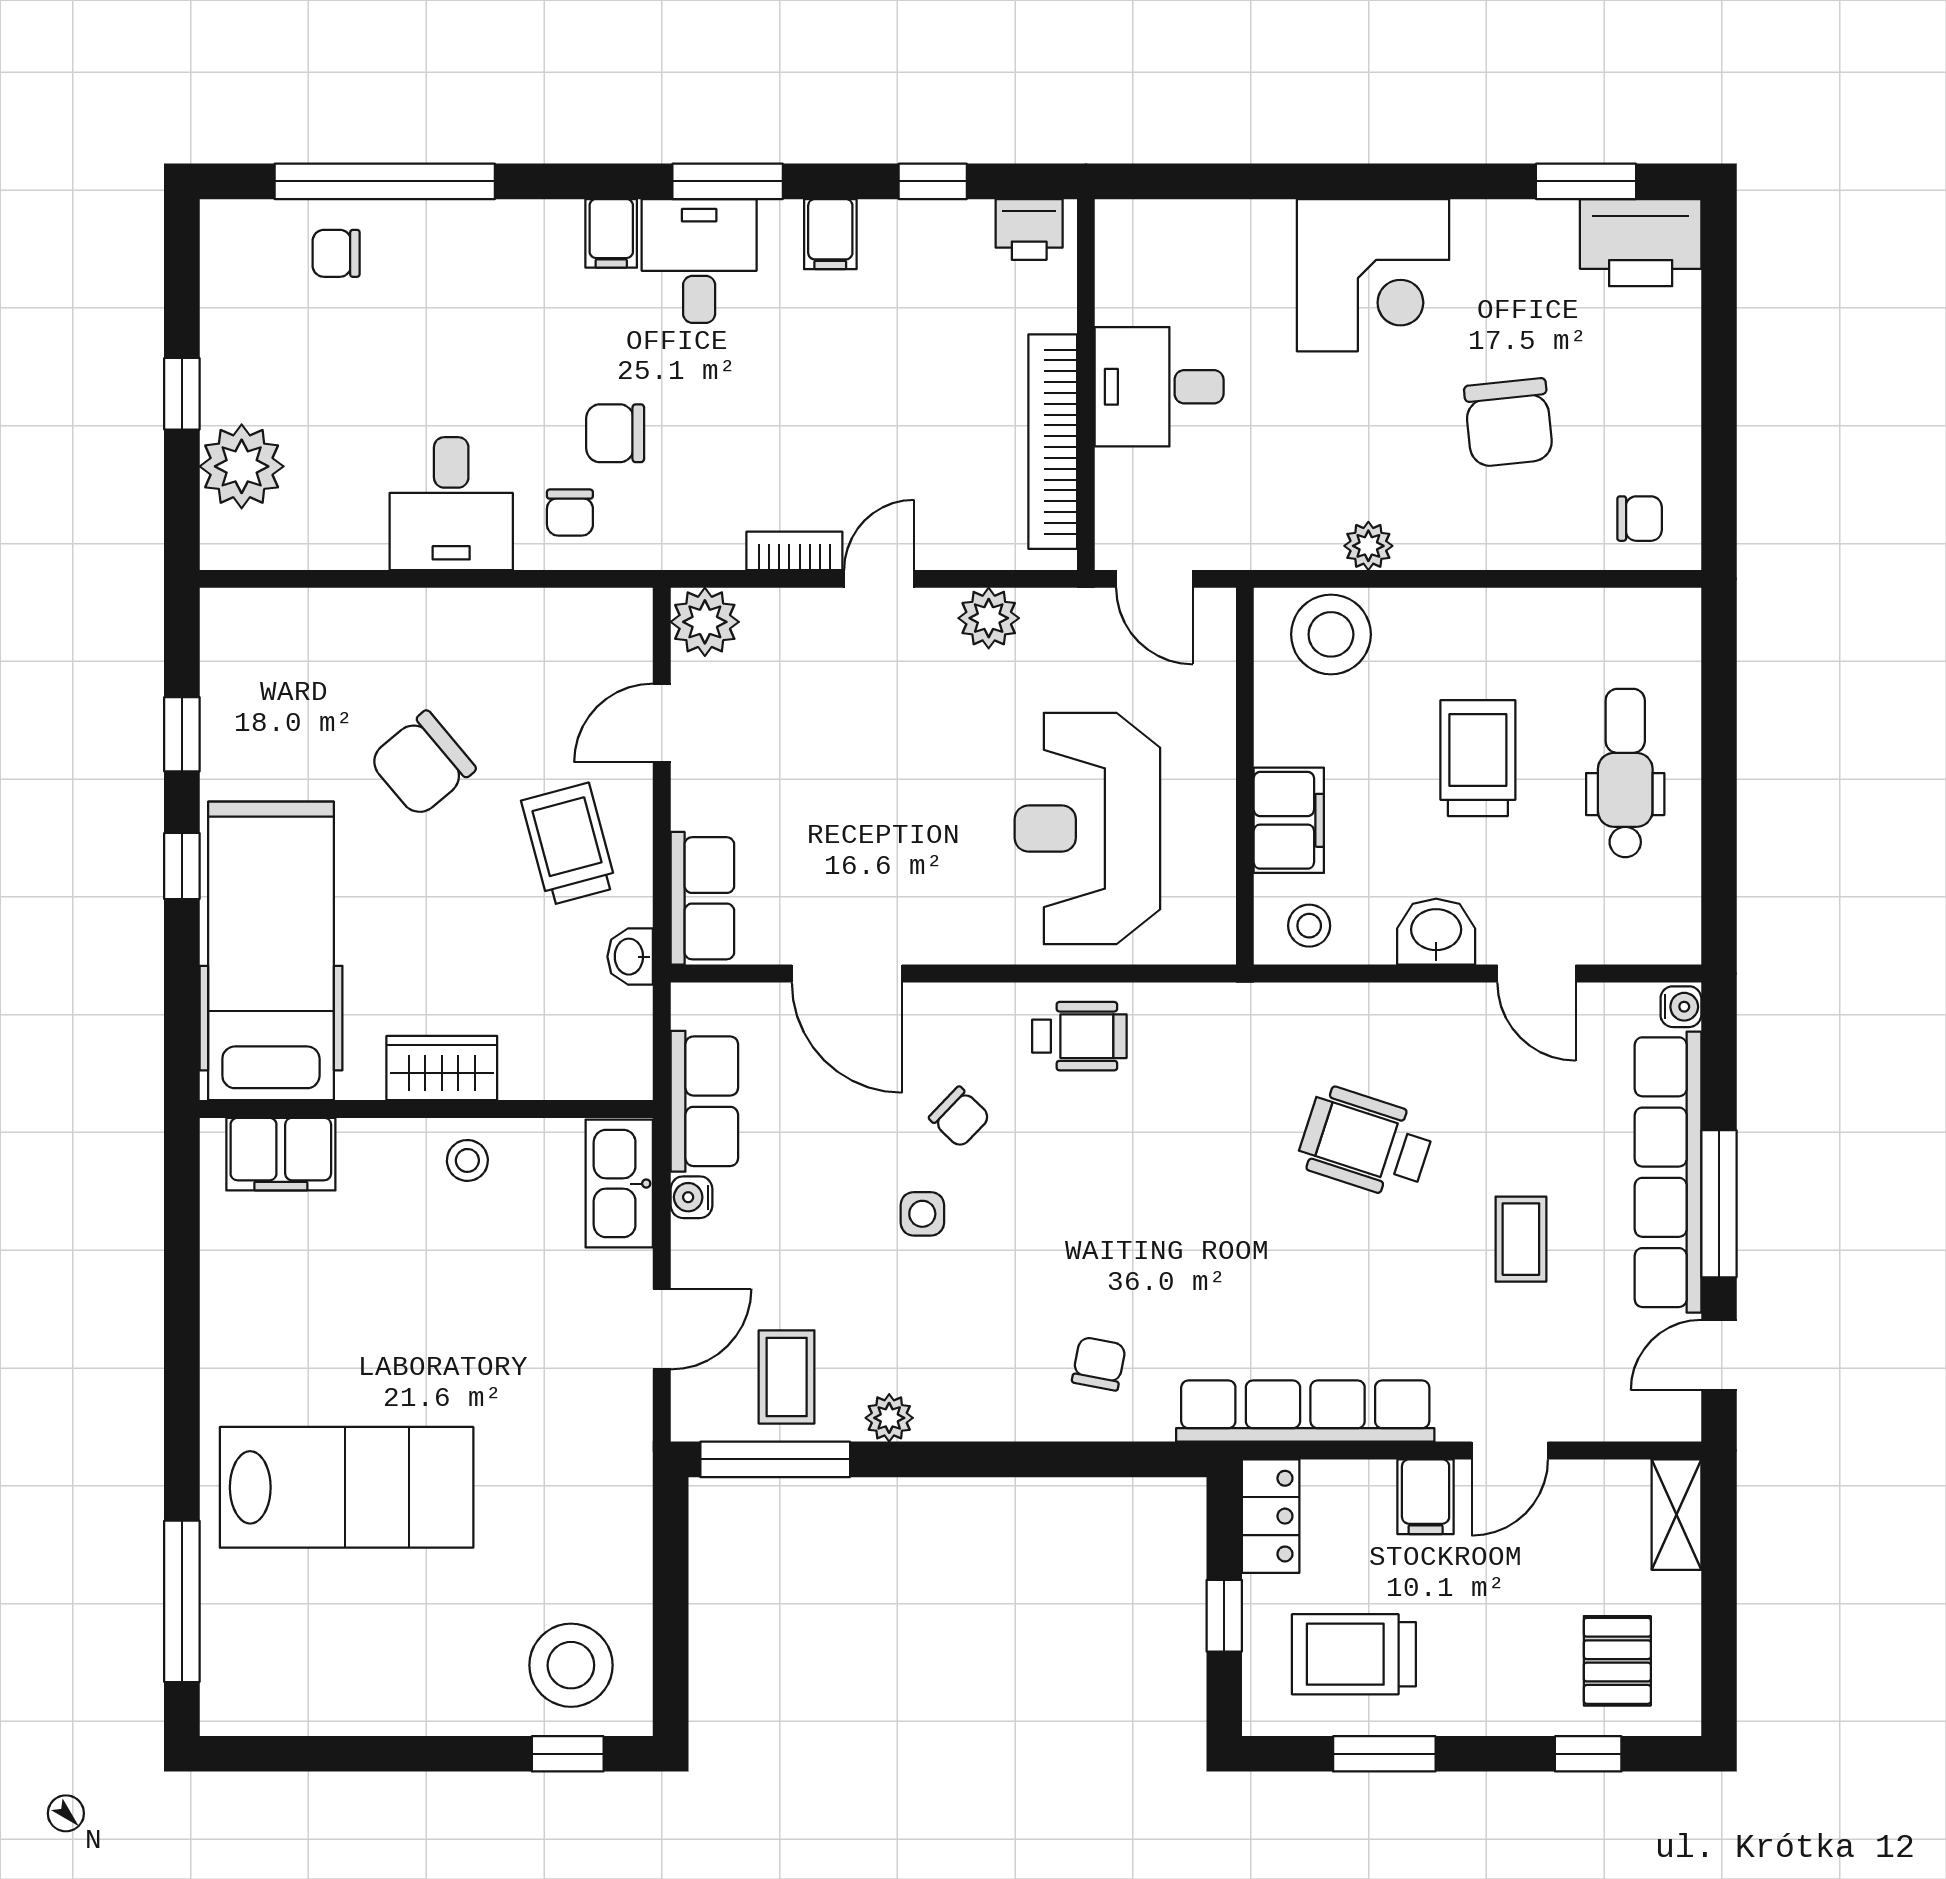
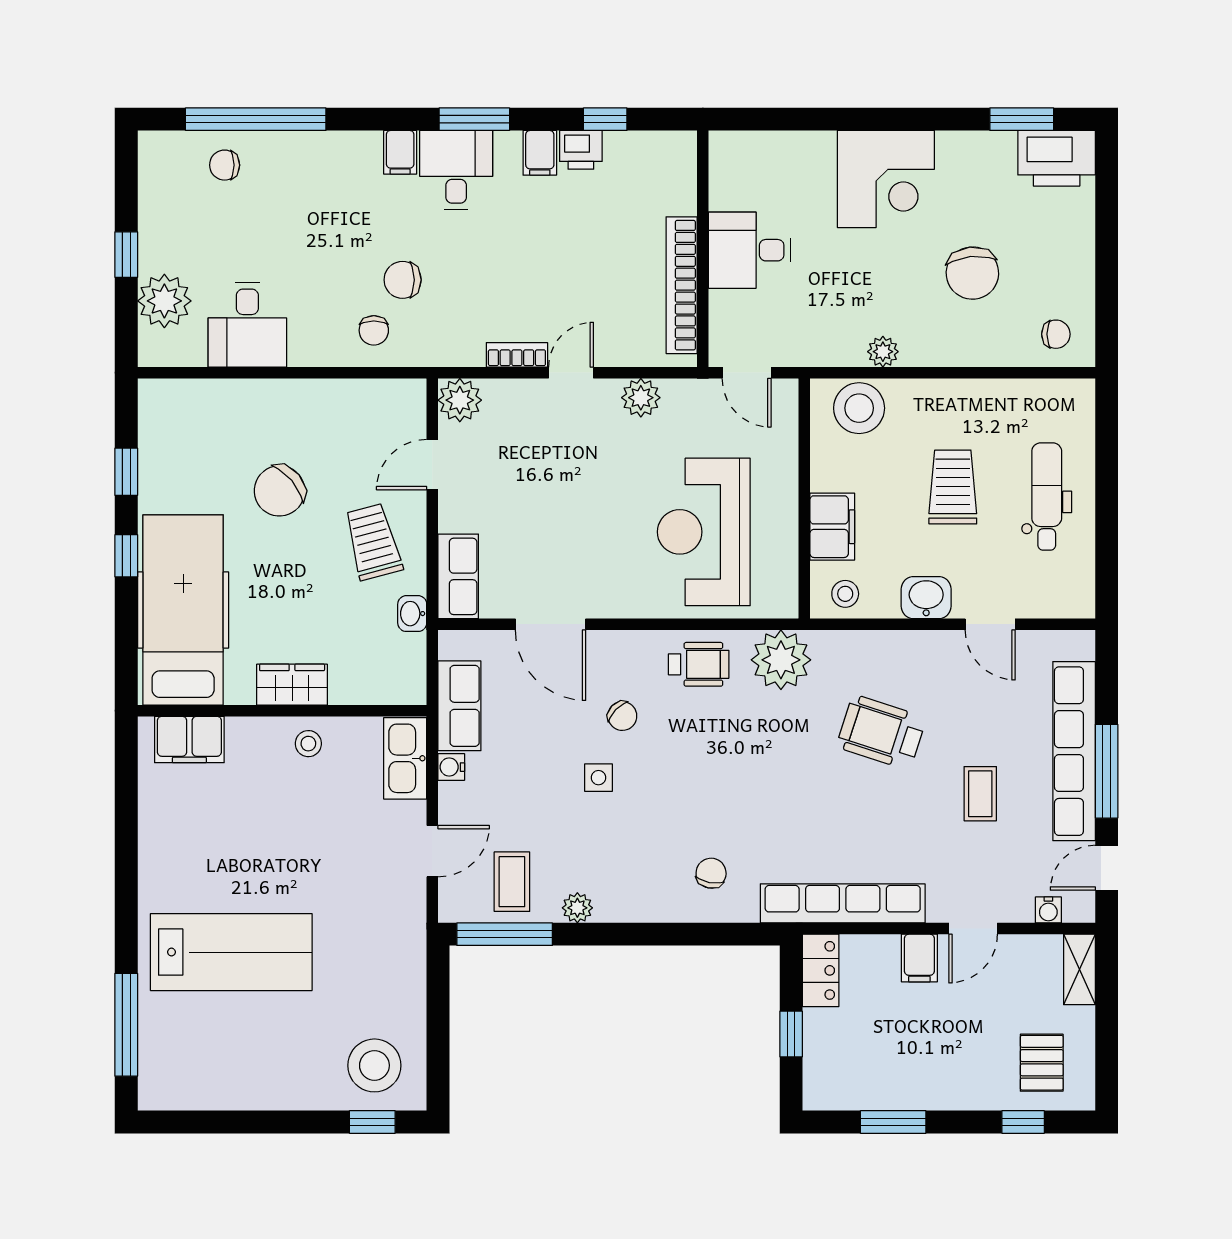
printer: (1029, 229) -> (581, 150), moved
desk: (451, 504) -> (247, 325), moved
water cooler: (1681, 1007) -> (1048, 910), moved, turned 90
plant: (1208, 1029) -> (781, 660), added
trolley: (1354, 1654) -> (874, 1058), removed

